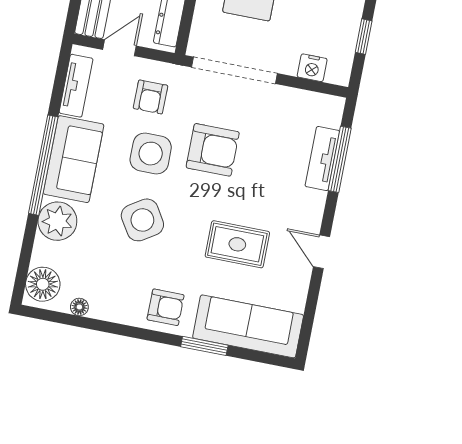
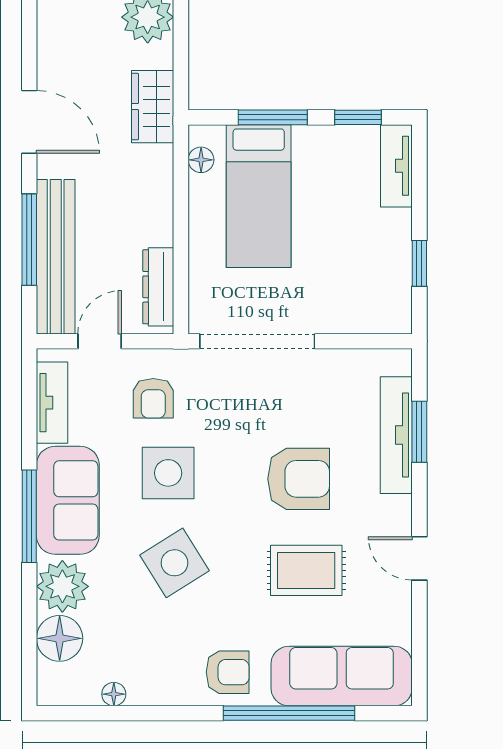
nightstand: (312, 68) -> (359, 318), removed
armchair: (213, 150) -> (299, 479), moved
tv unit: (322, 159) -> (396, 435), width x1.41
window: (340, 159) -> (419, 432), width x0.69
window: (43, 165) -> (29, 516), width x0.68
floor lamp: (43, 284) -> (60, 638), moved
window: (204, 346) -> (289, 713), width x2.11

